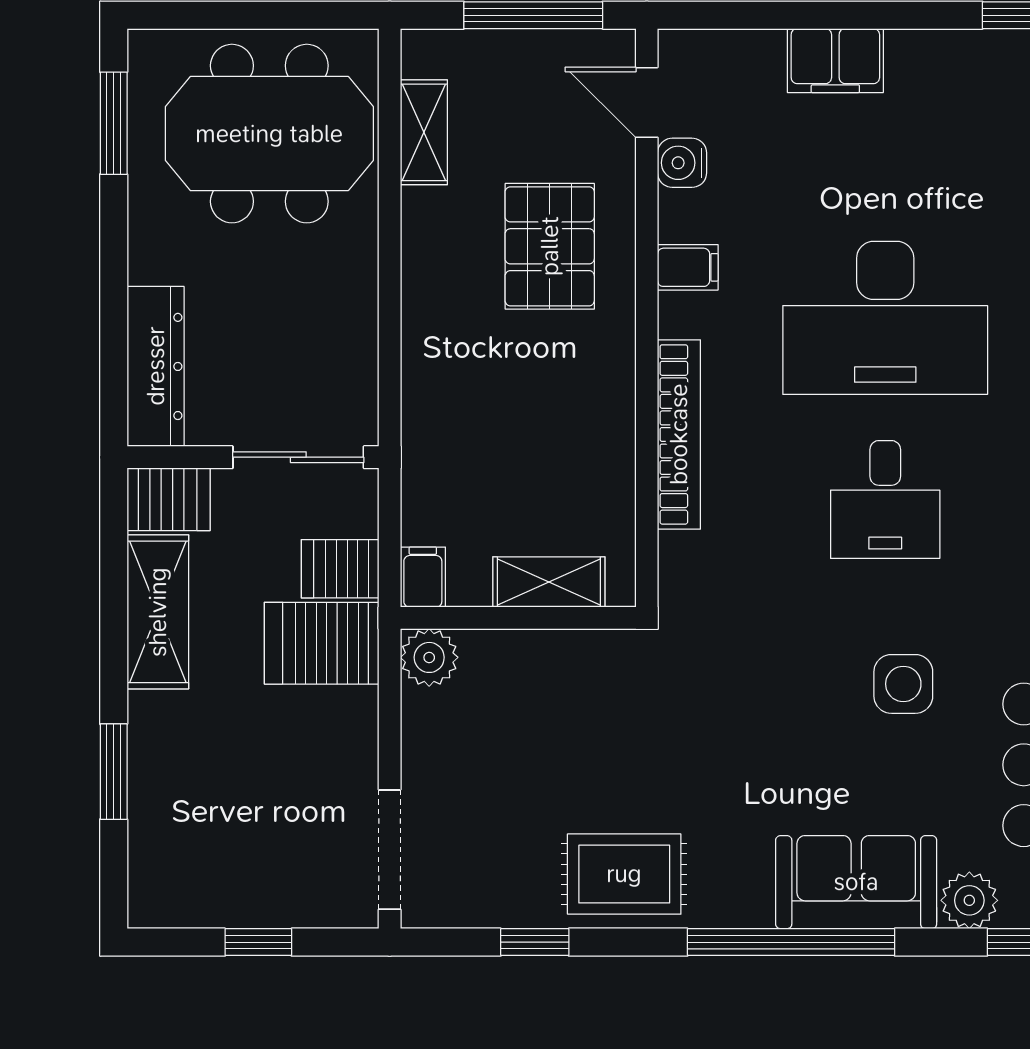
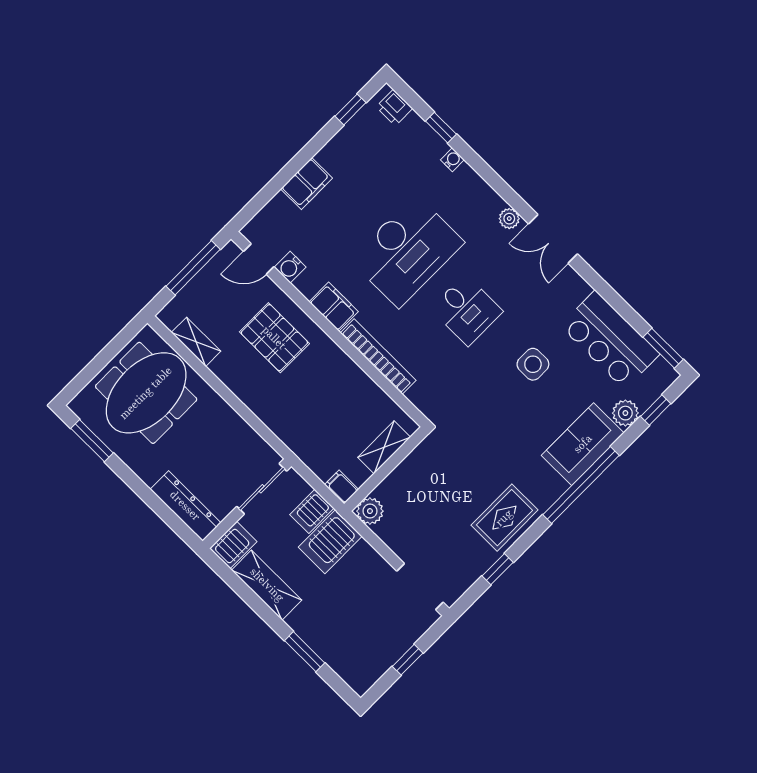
filing cabinet: (688, 267) -> (334, 307), width x2.00

